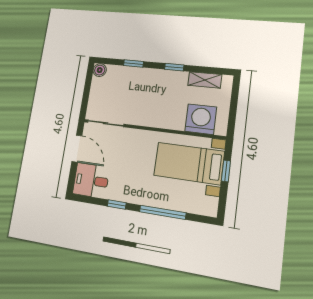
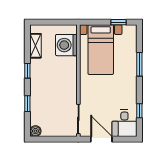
door: (77, 149) -> (101, 139), hinge flipped
window: (226, 171) -> (119, 22), moved
window: (117, 205) -> (139, 111), moved
window: (163, 212) -> (139, 64), width x0.69

